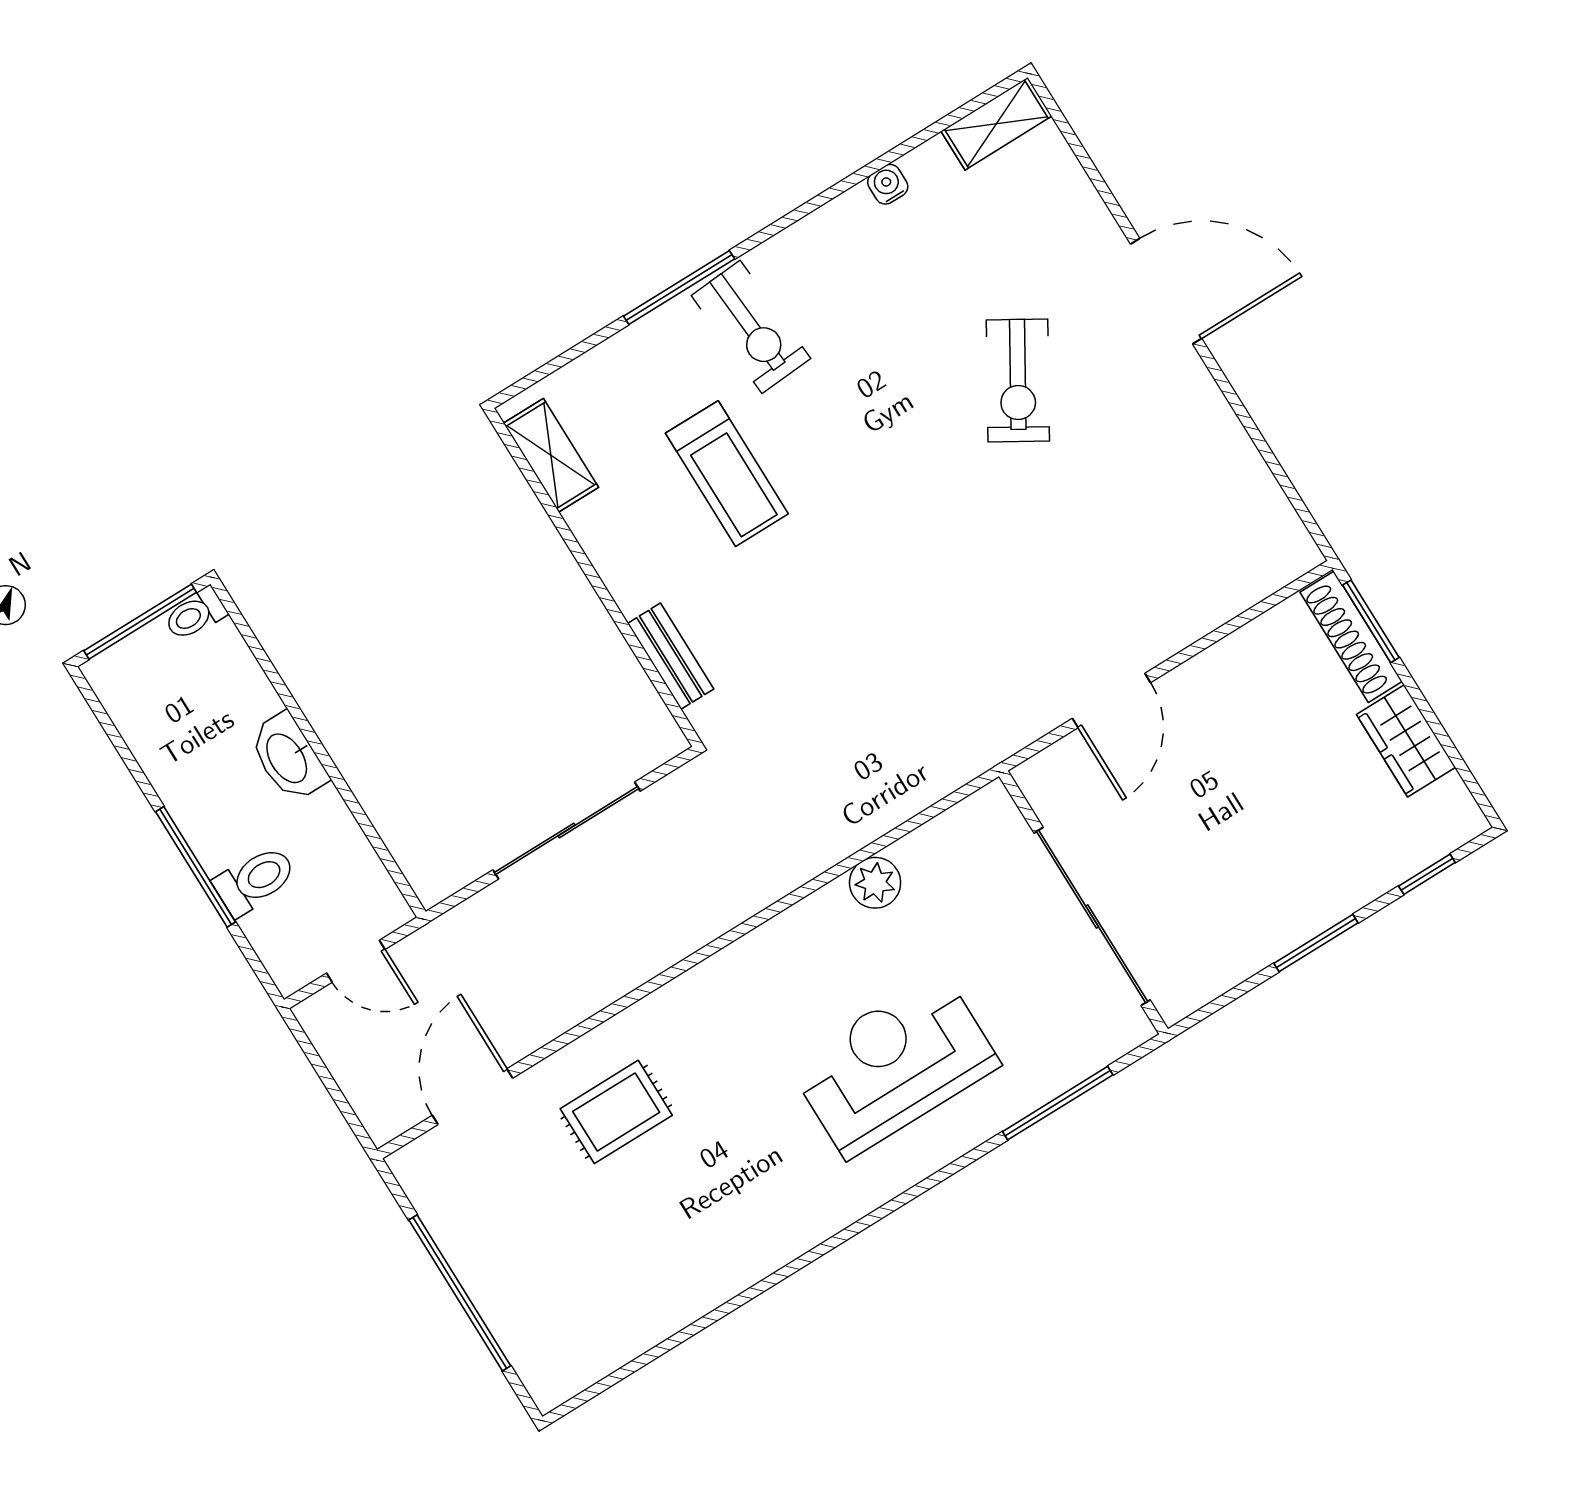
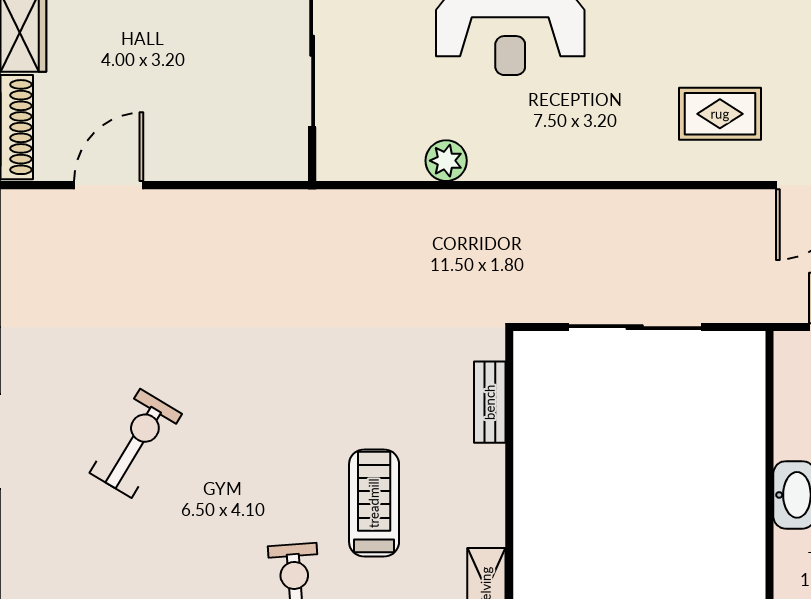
door: (1111, 701) -> (109, 185), moved

